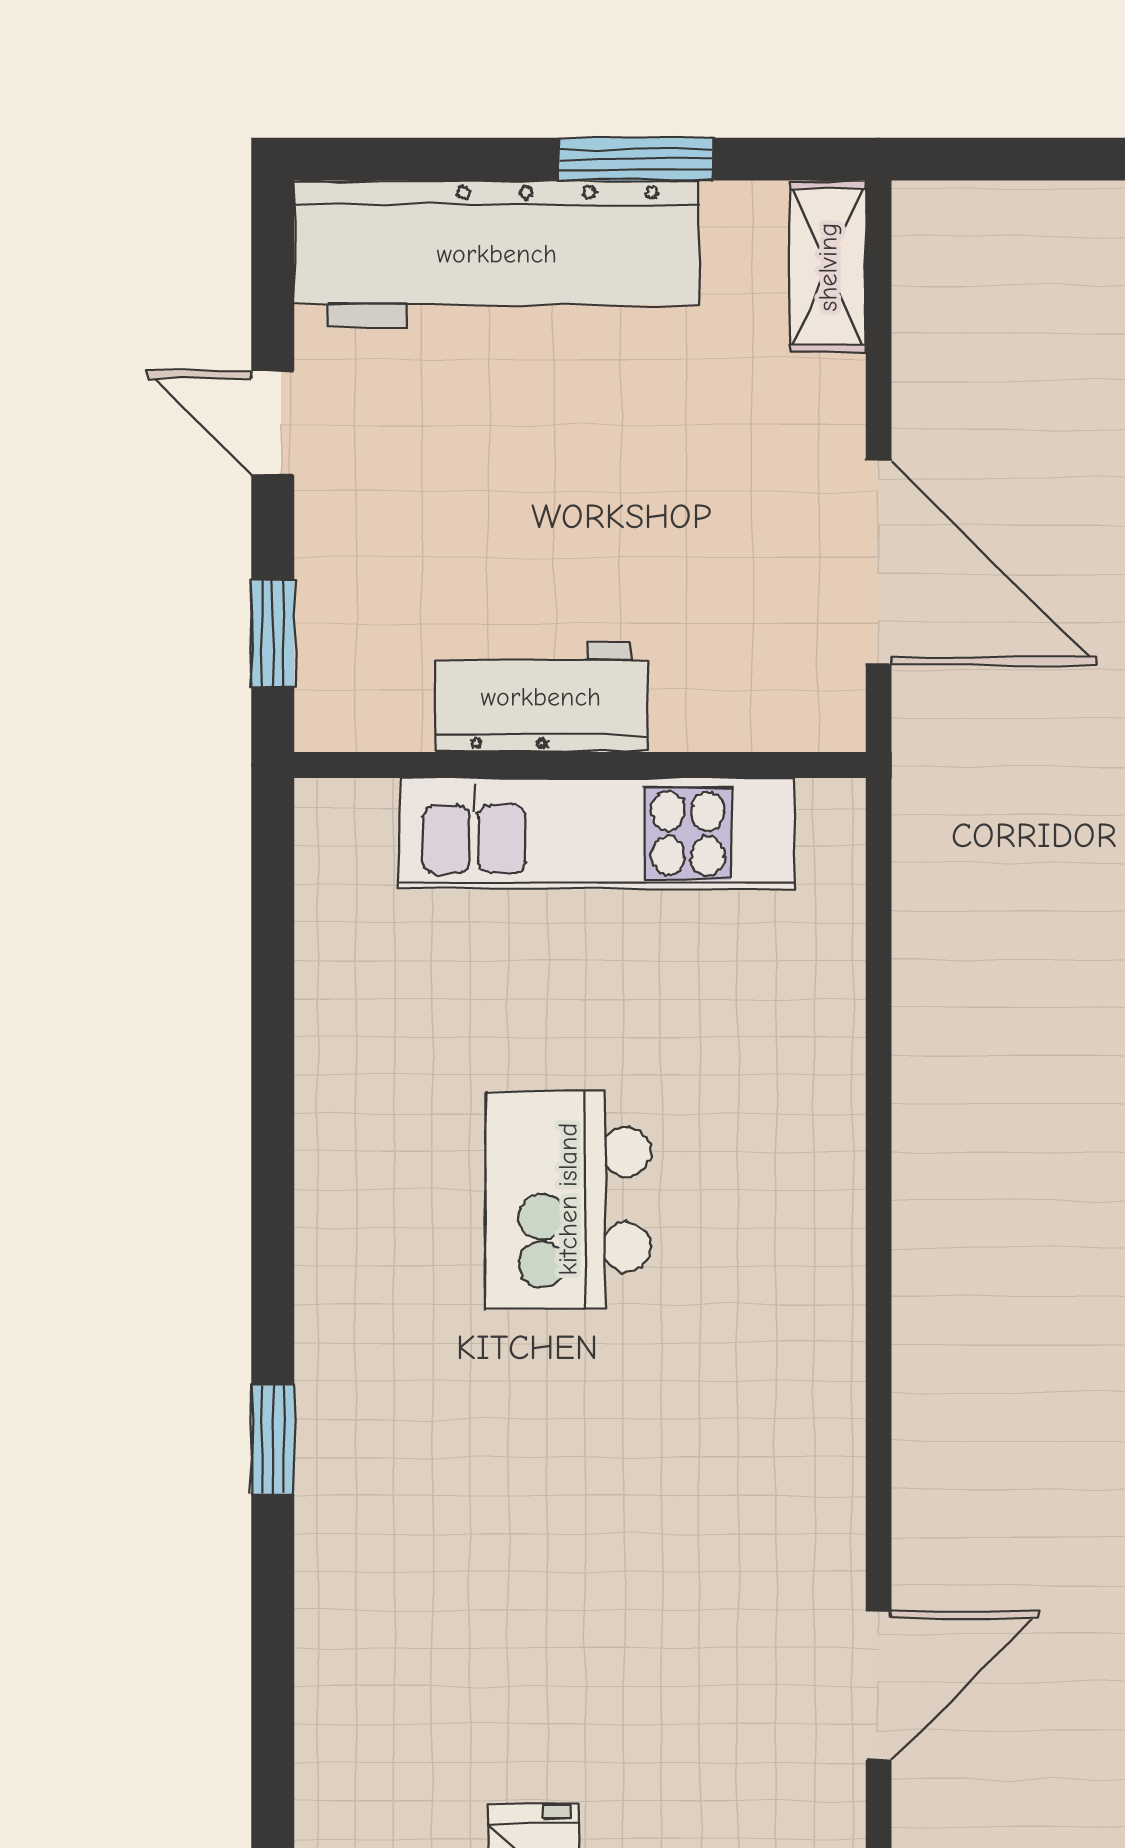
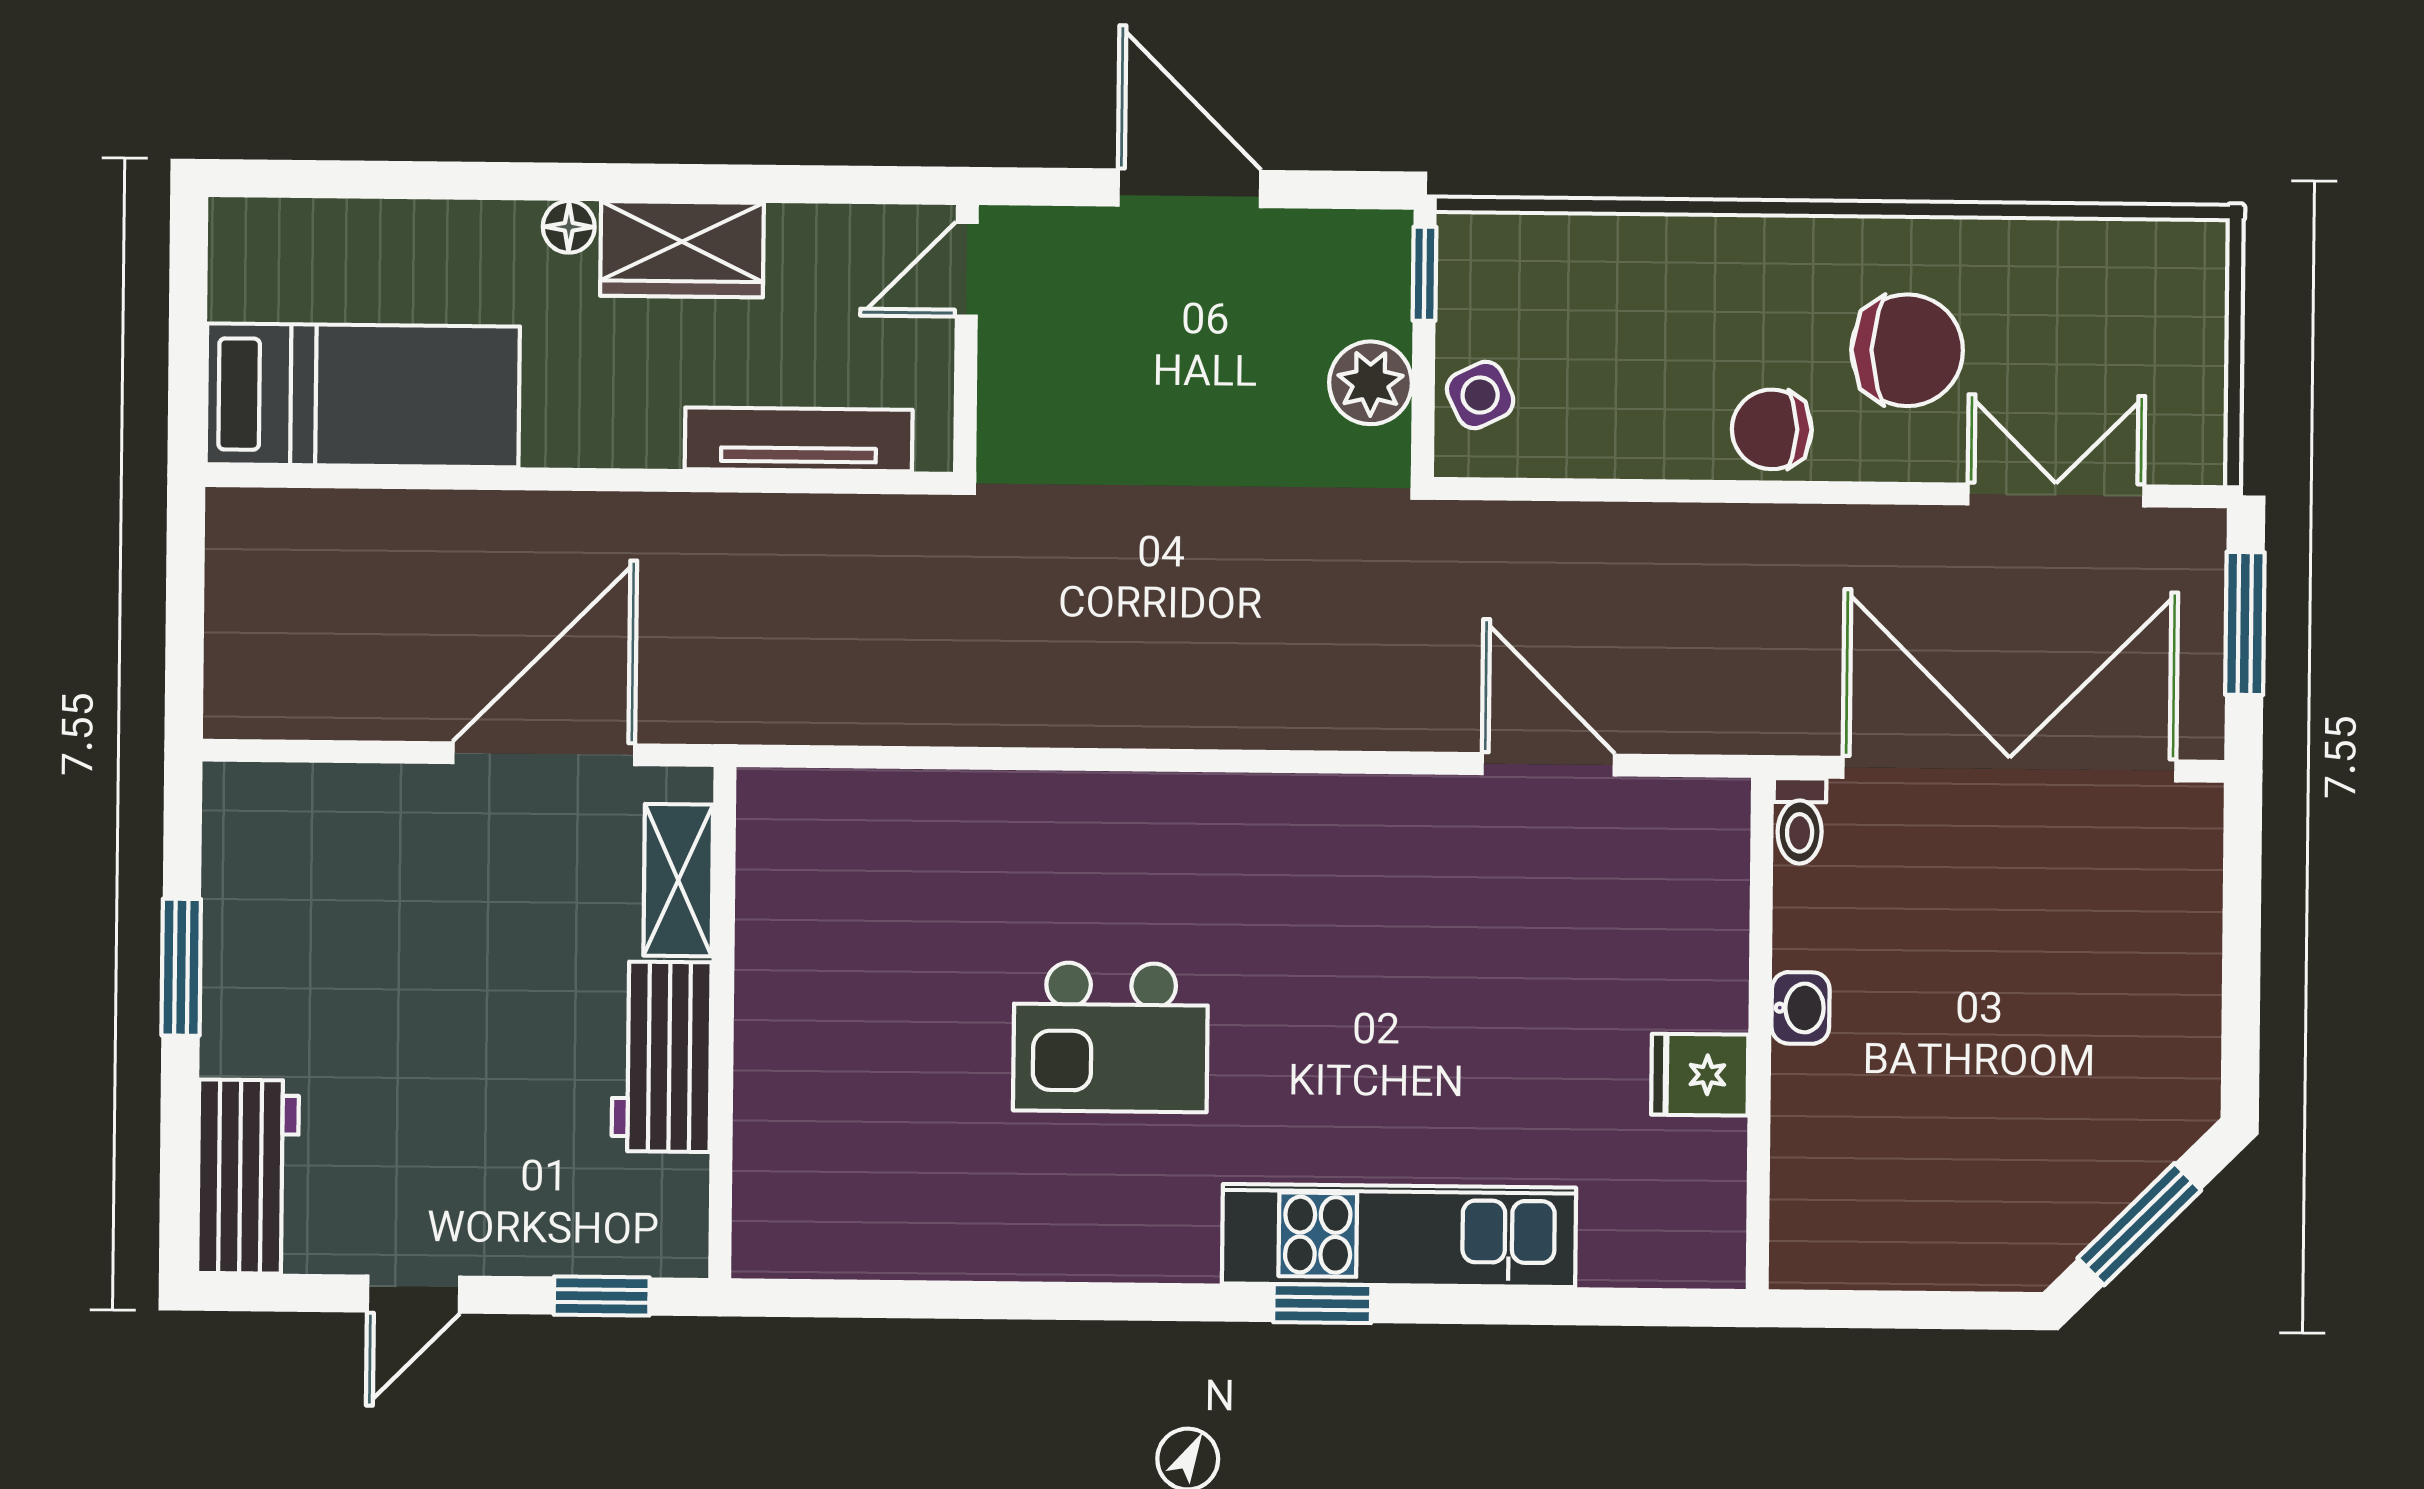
workbench: (497, 254) -> (248, 1177), width x0.53, depth x0.76
shelving: (828, 267) -> (678, 880), moved, turned 90
kitchen unit: (597, 833) -> (1399, 1236), moved, turned -90

